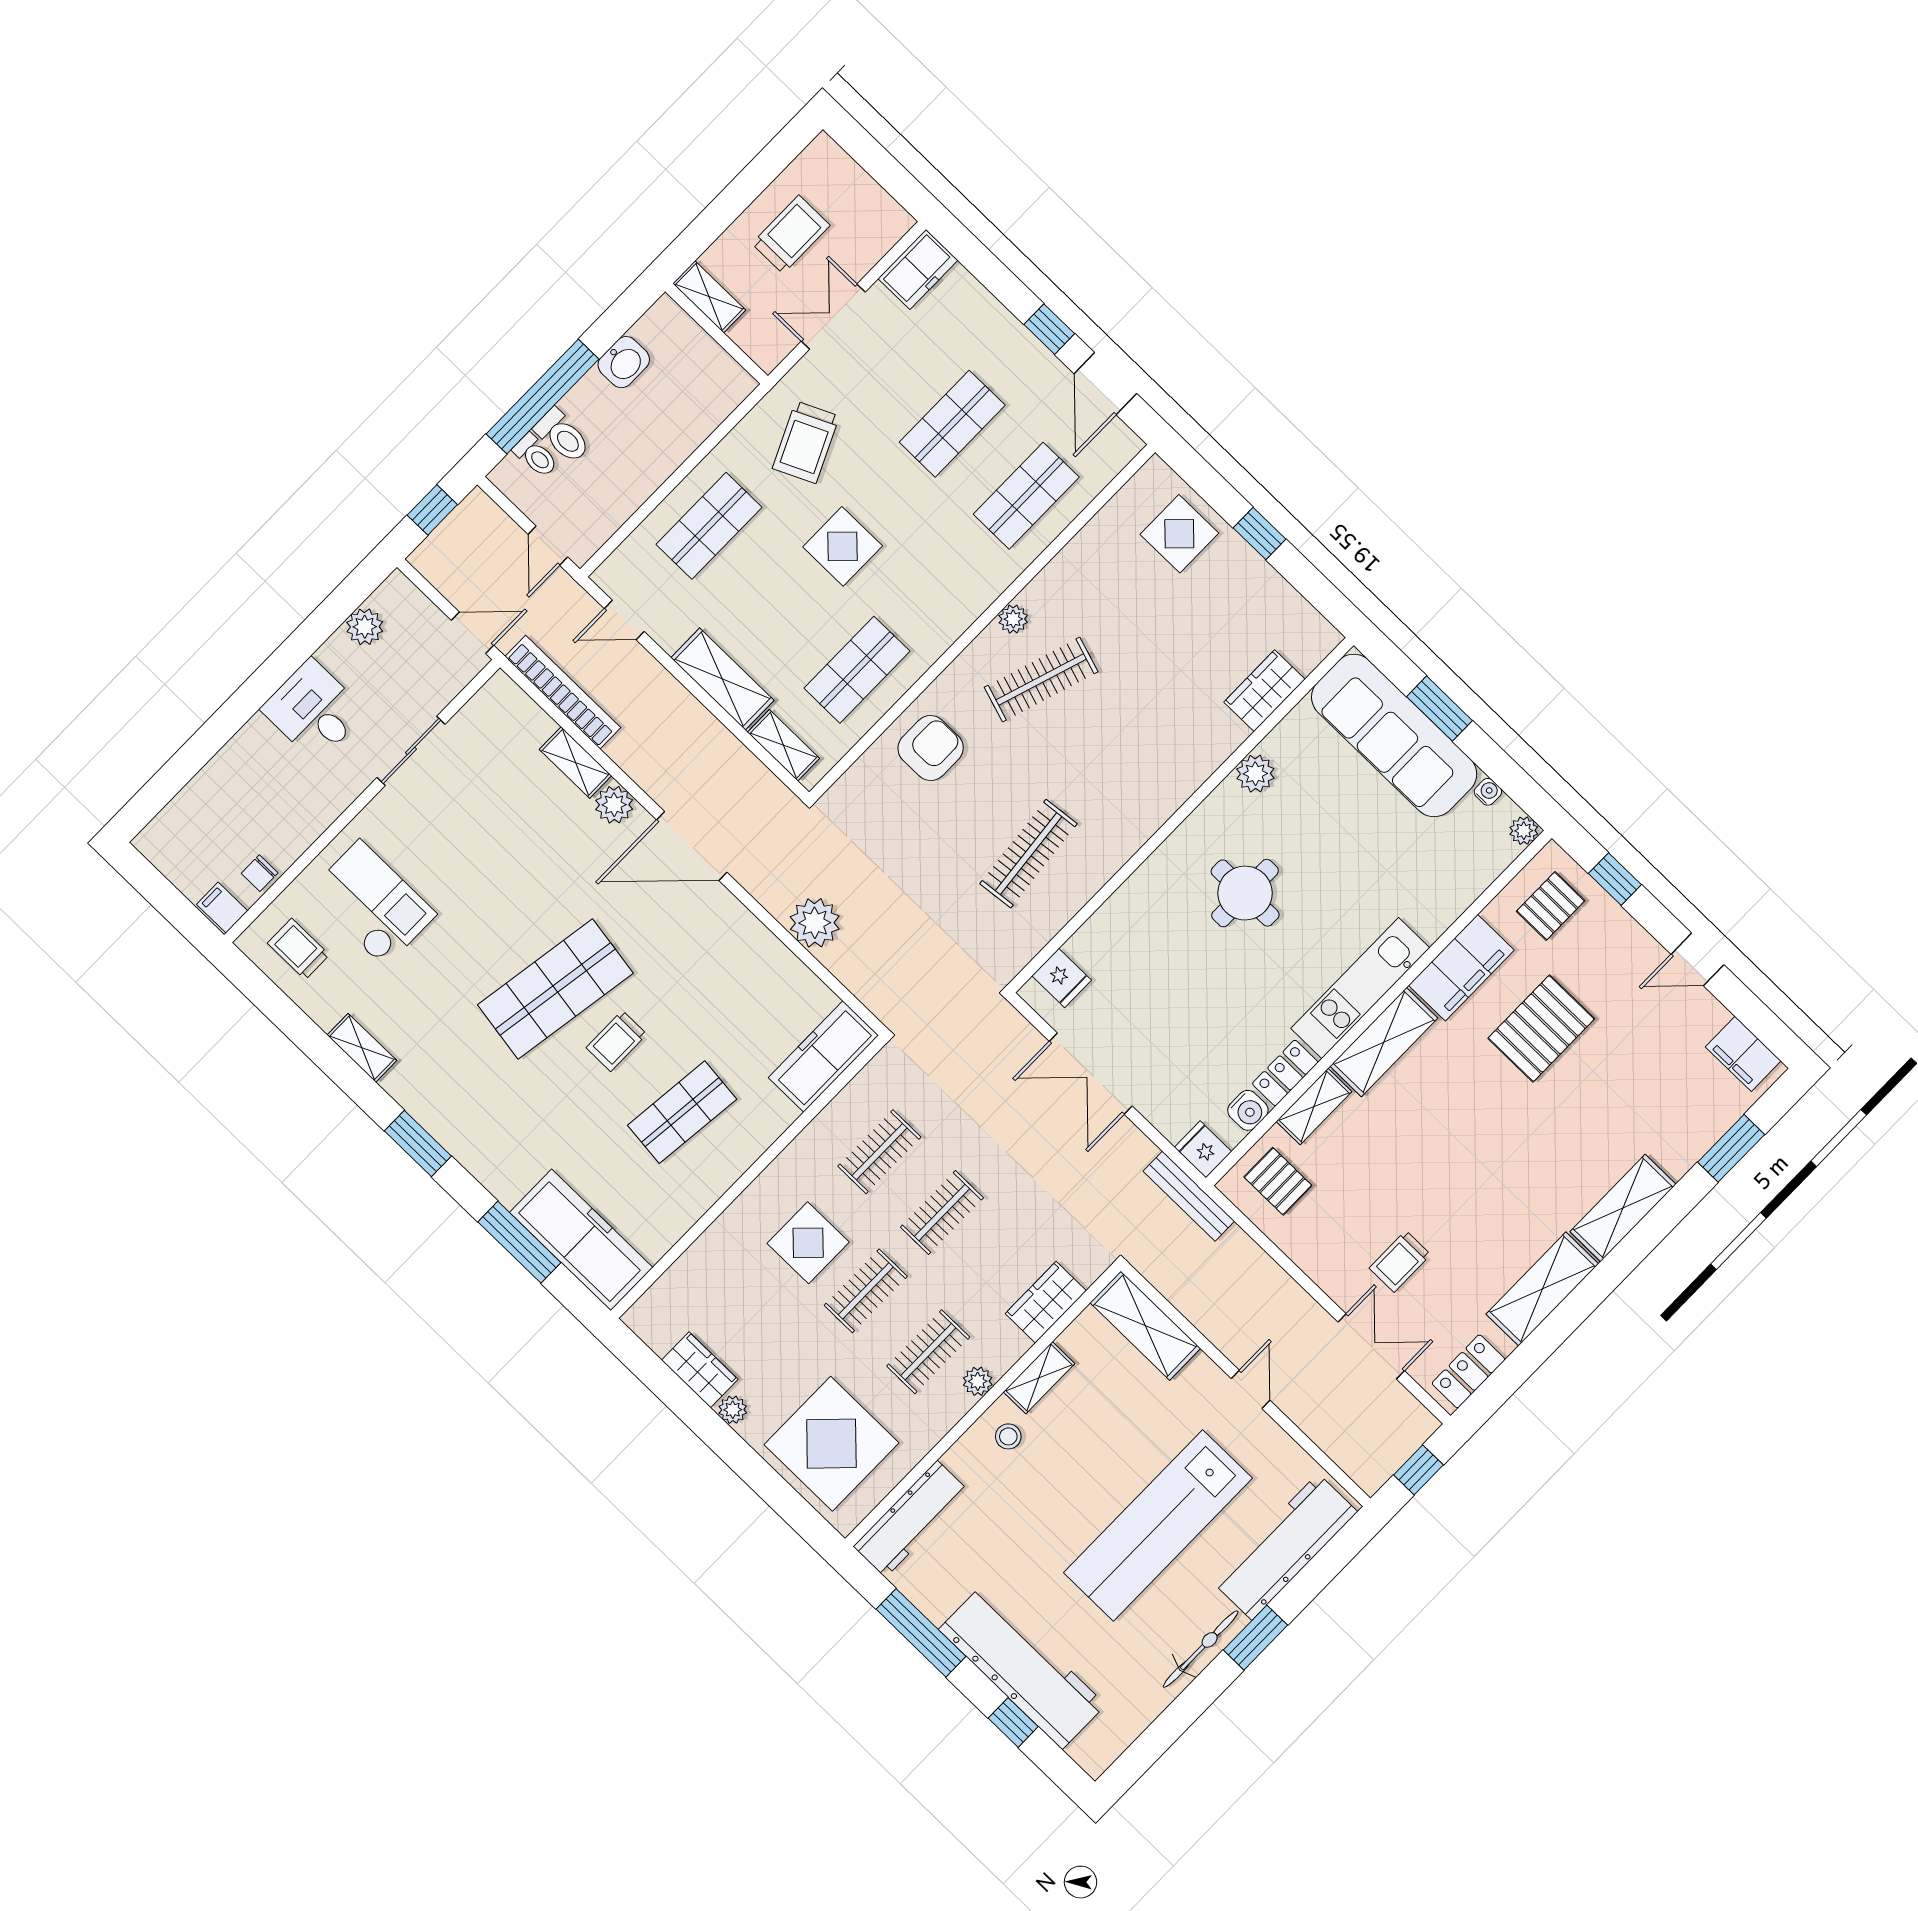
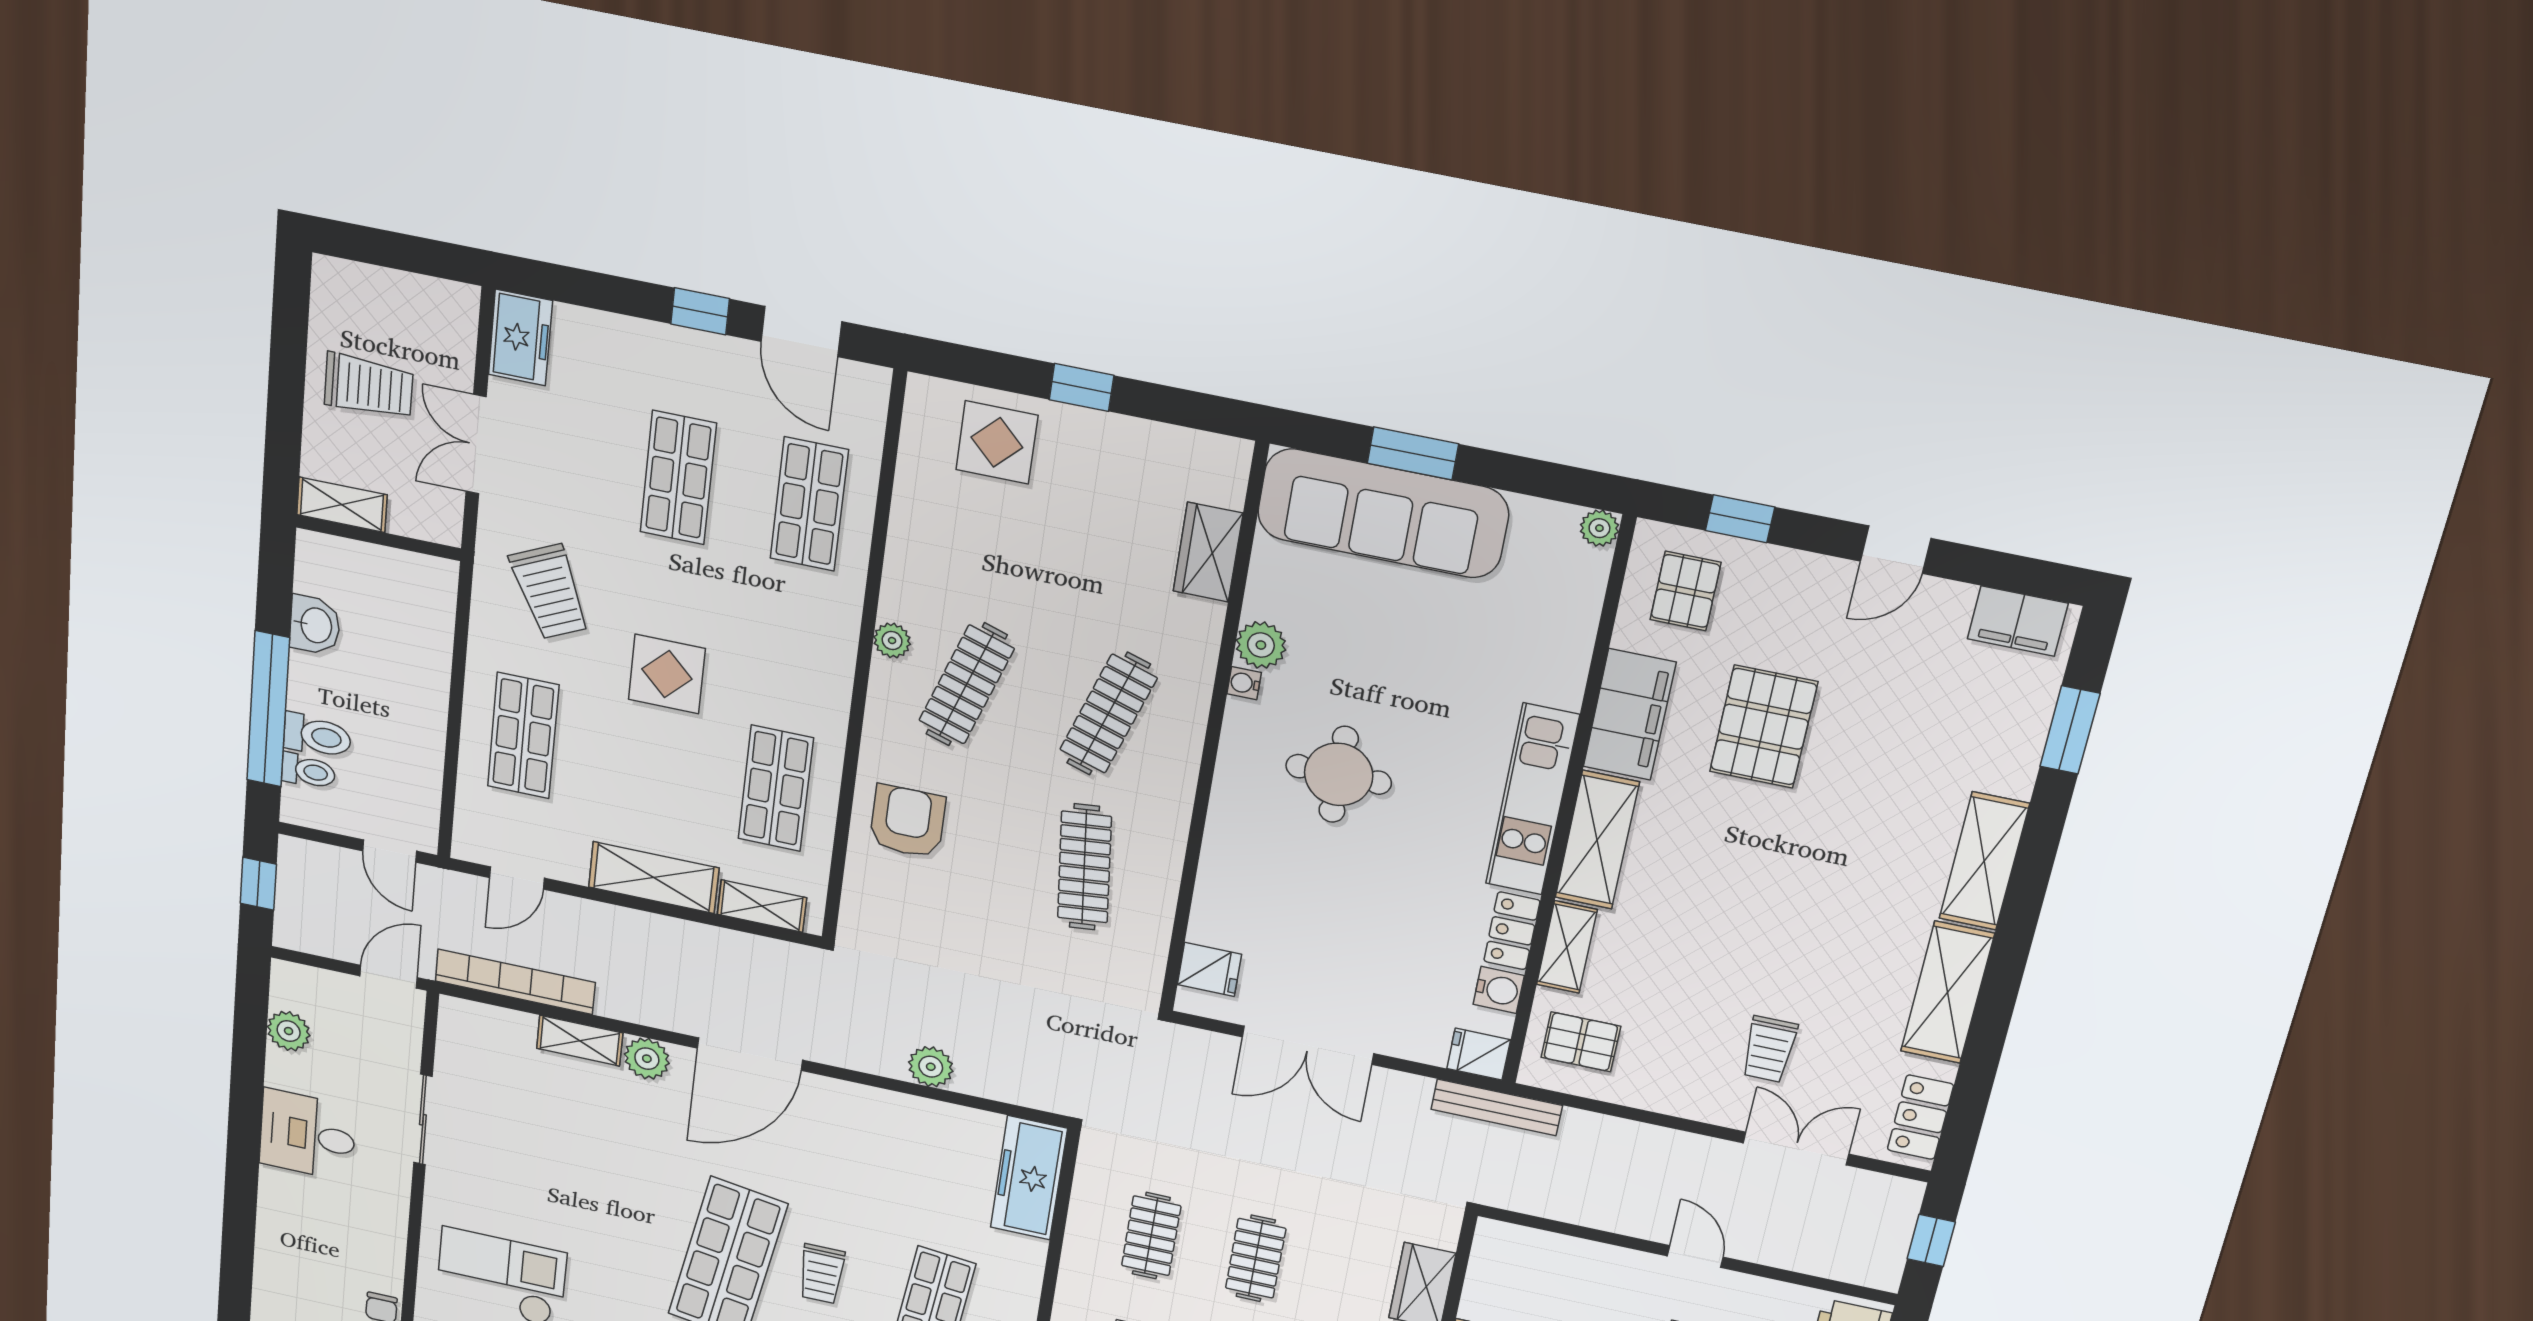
trolley: (791, 234) -> (369, 386), turned 90
clothes rail: (1122, 758) -> (1108, 714), added
water cooler: (1488, 792) -> (1244, 683), moved, turned -90
plant: (815, 923) -> (931, 1067), width x0.73, depth x0.73
shelving: (1145, 1326) -> (1541, 1254), removed

